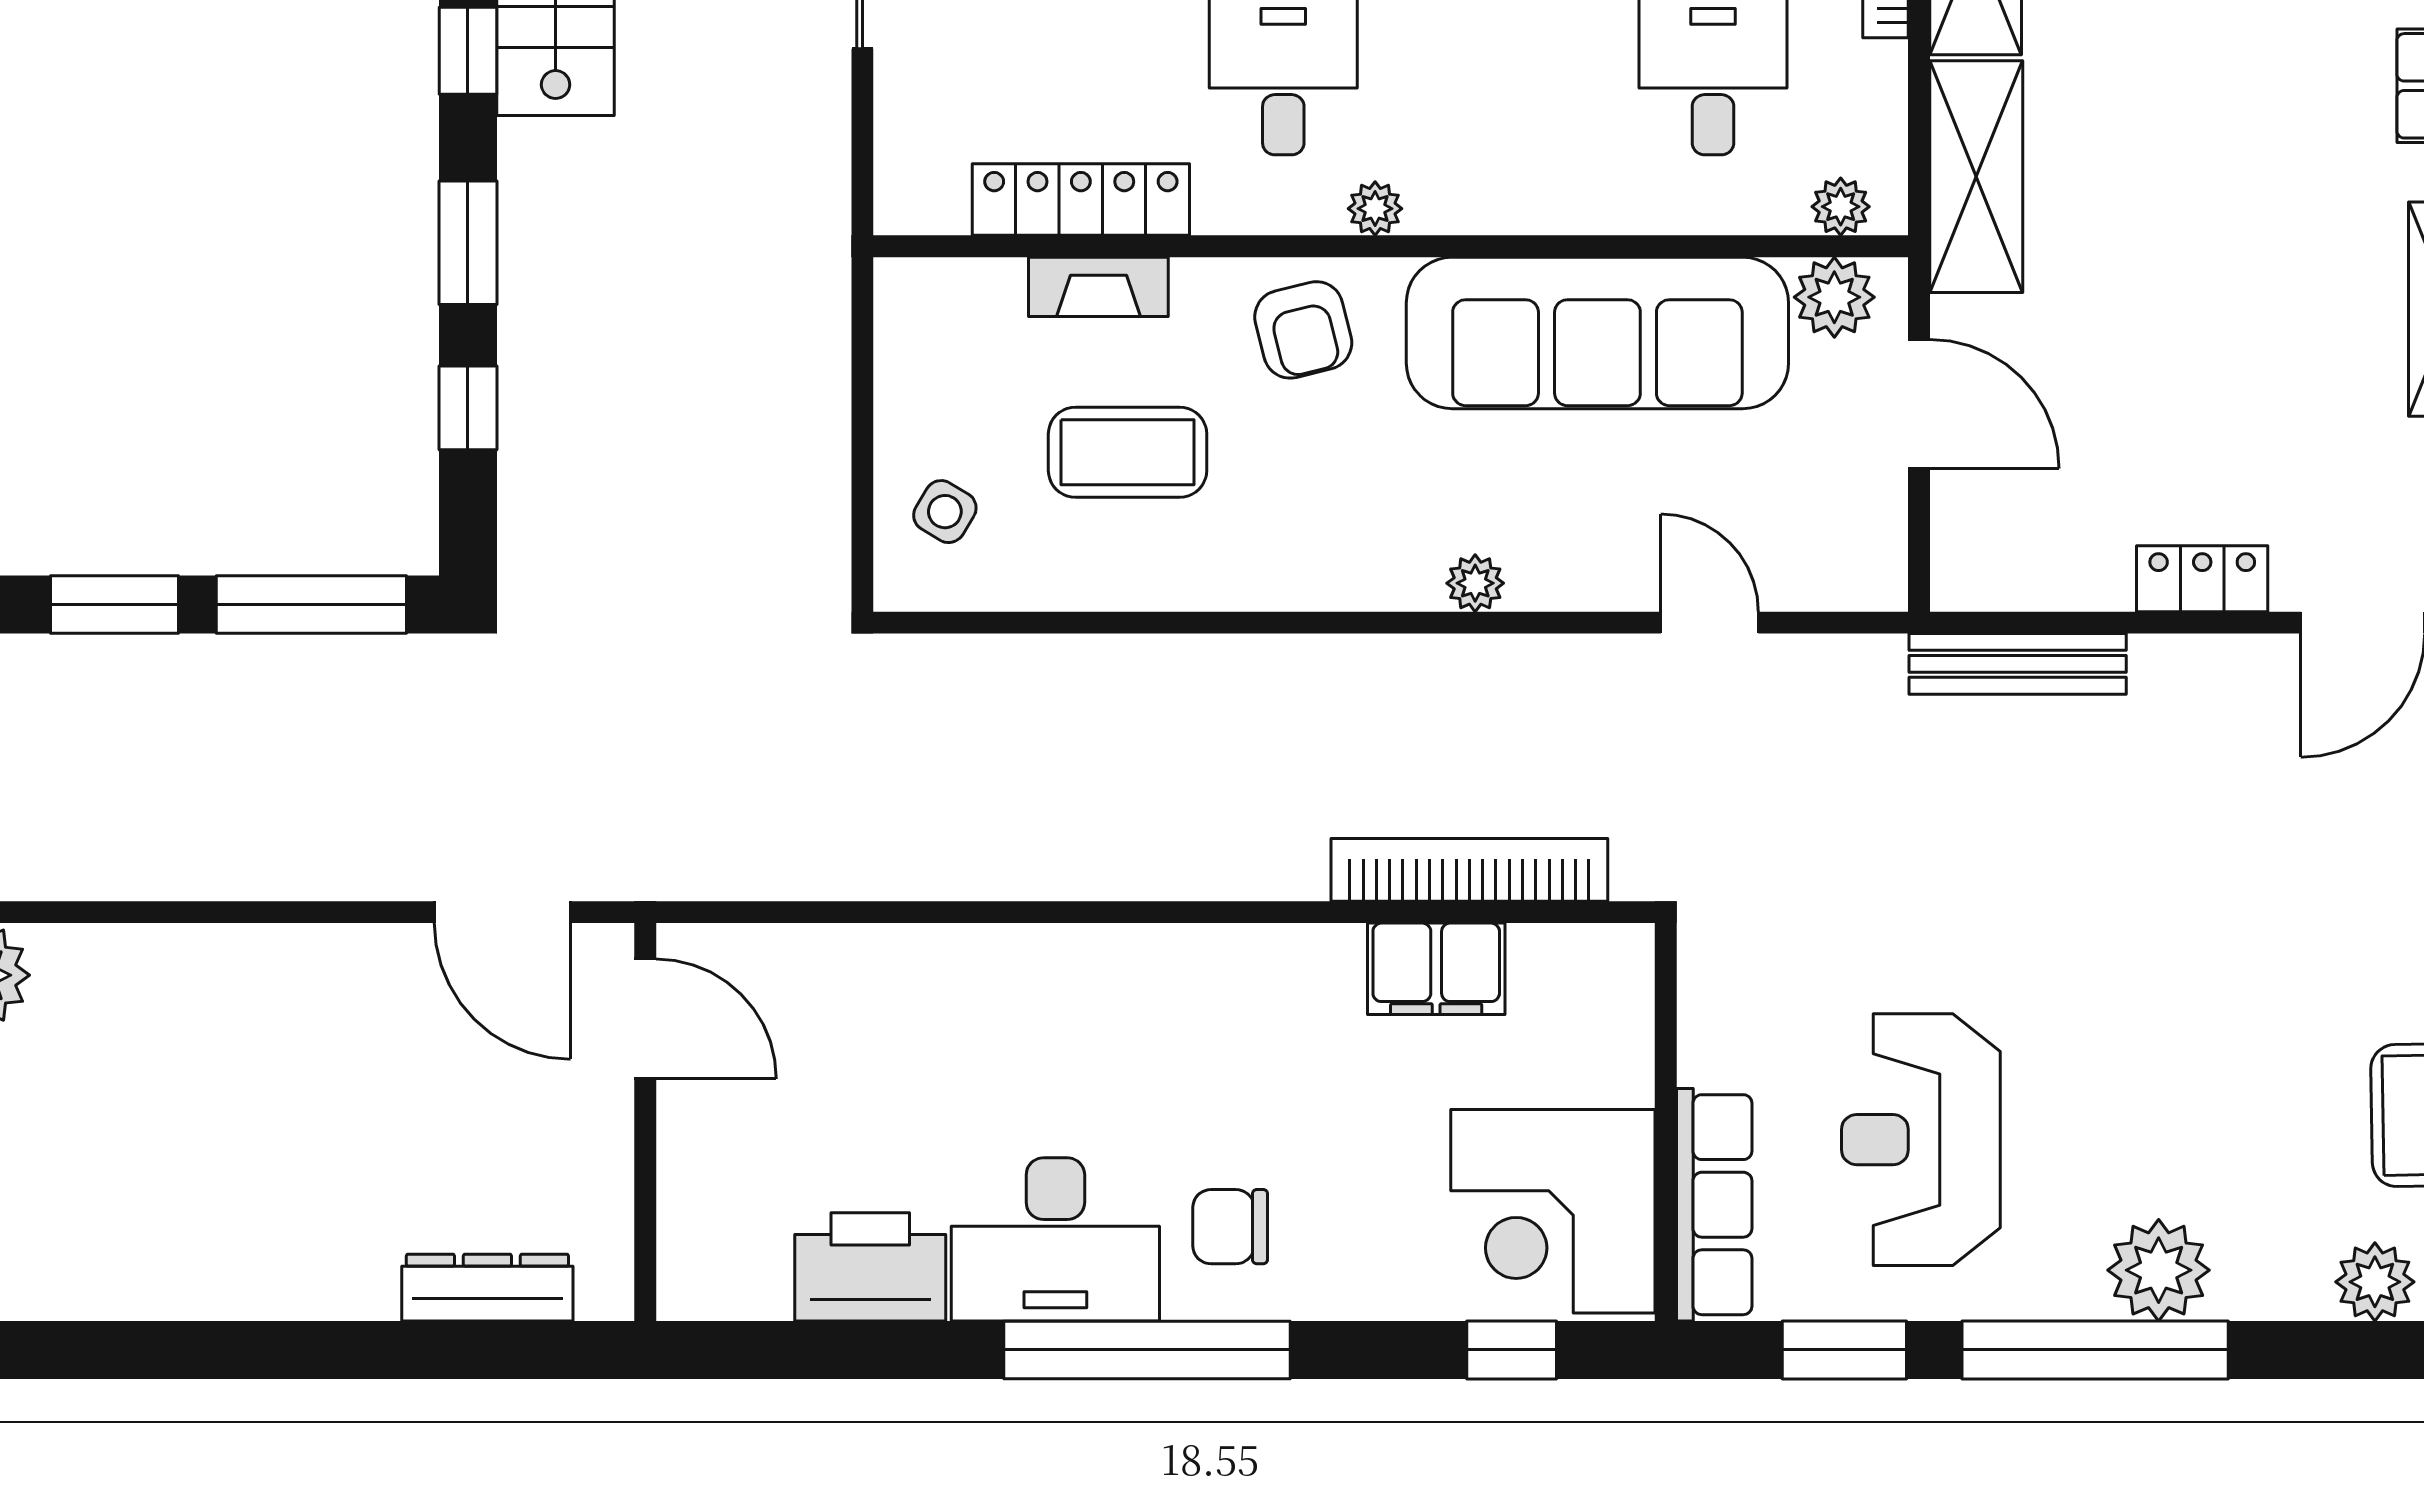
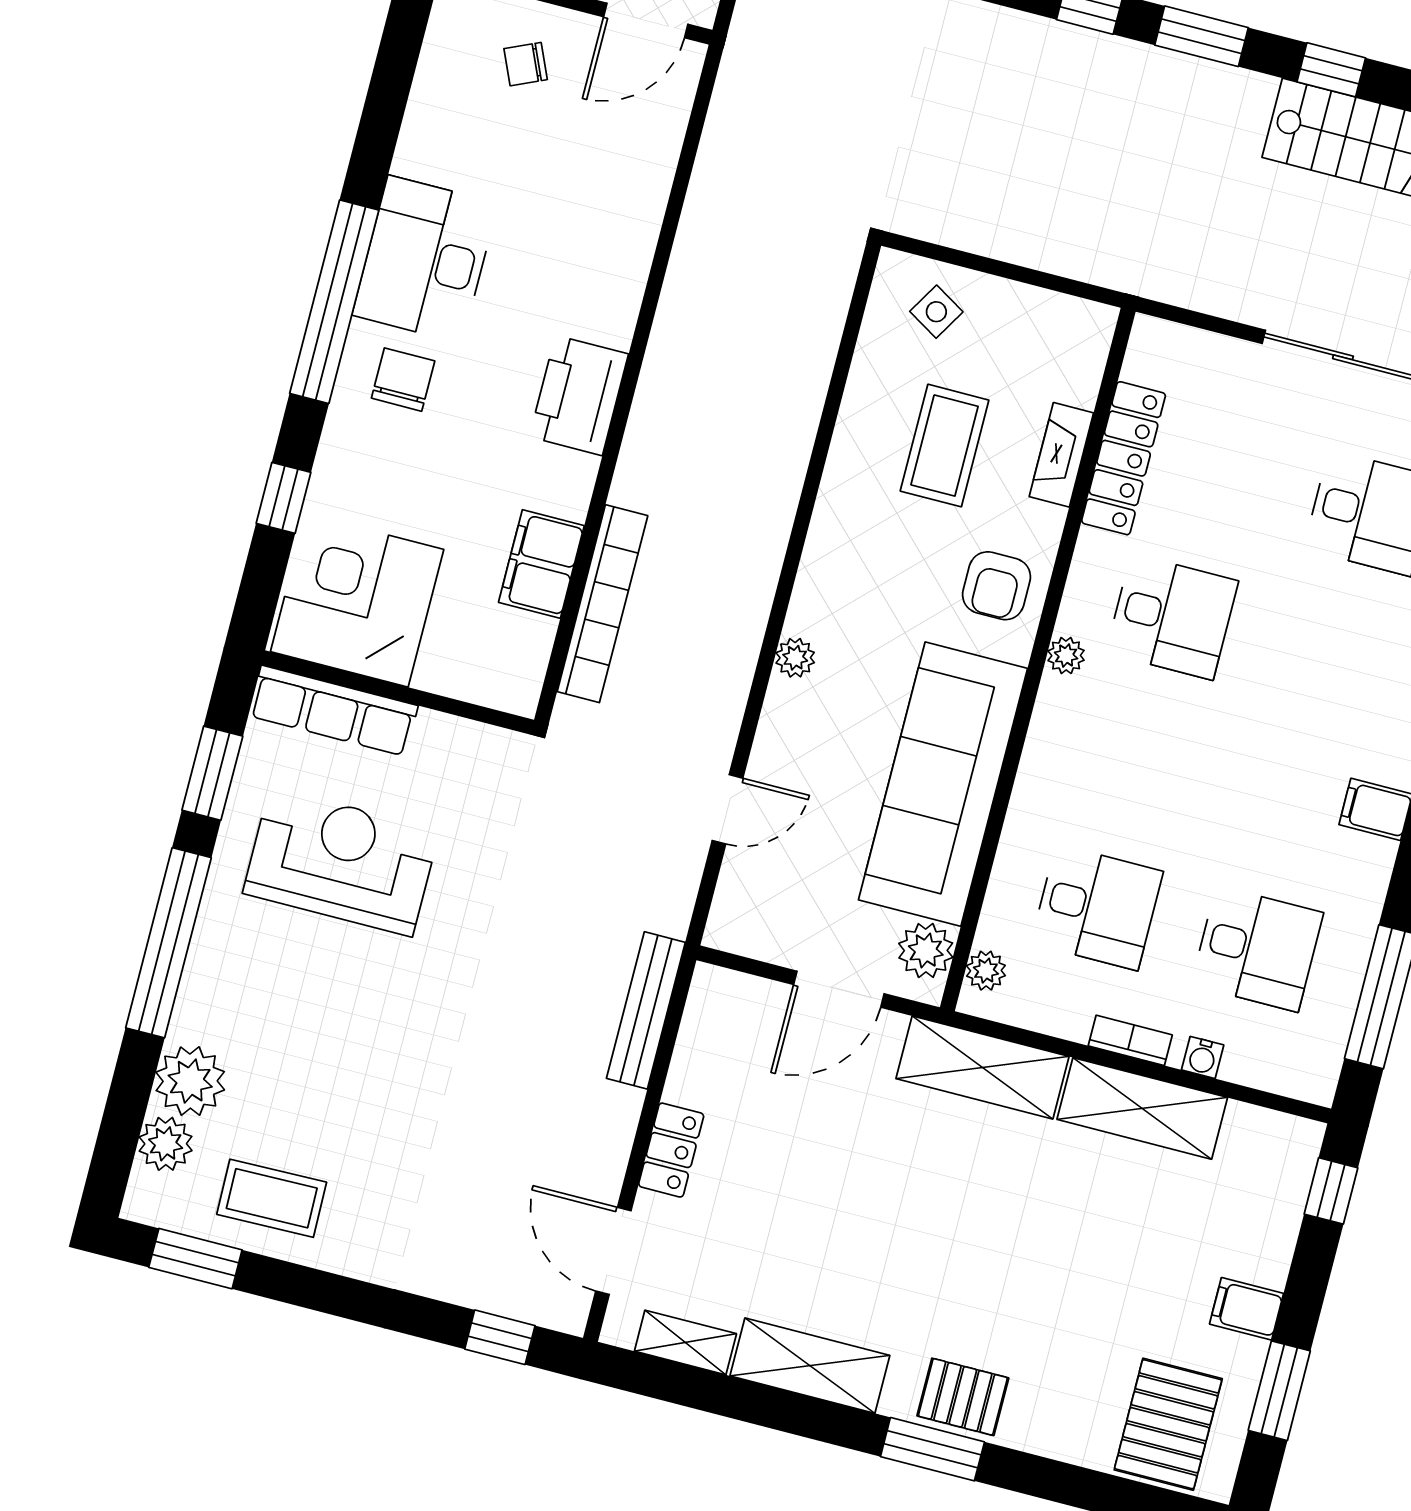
armchair: (1303, 330) -> (997, 586), turned -76
chair: (749, 1170) -> (526, 64), added
printer: (870, 1267) -> (579, 395), moved, turned 180
plant: (2159, 1270) -> (190, 1081), moved
window: (1512, 1350) -> (283, 498), moved

